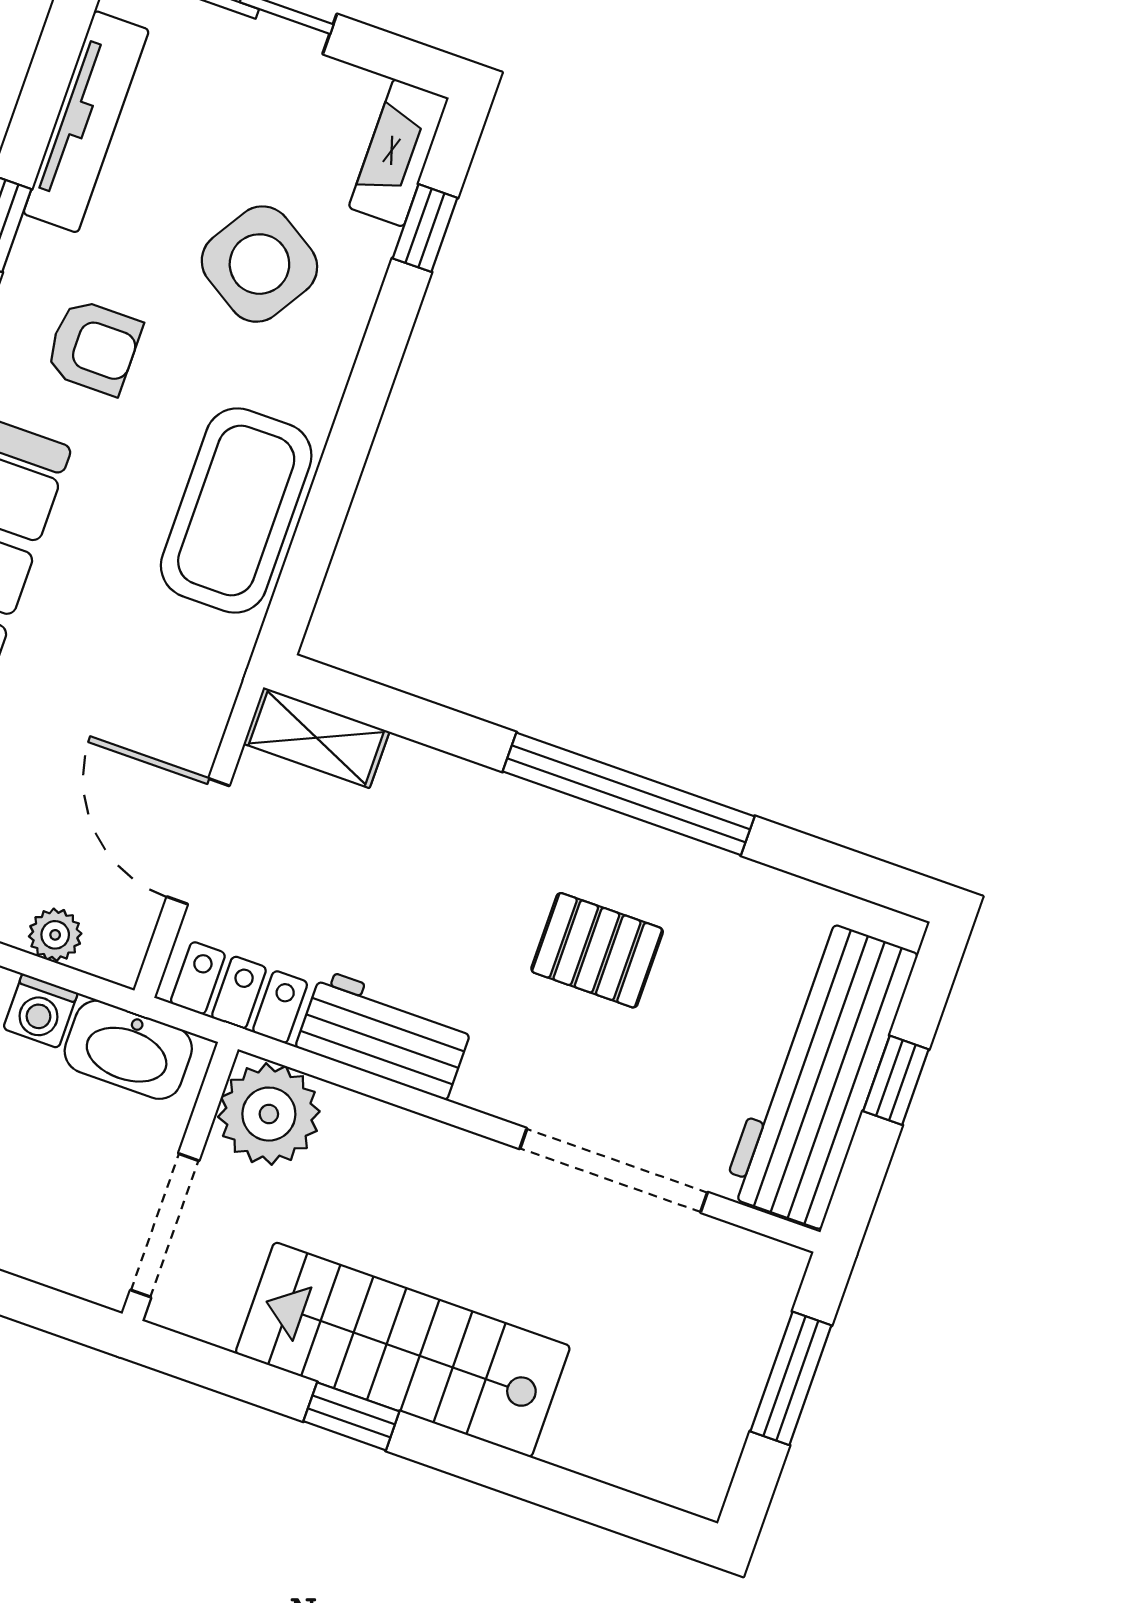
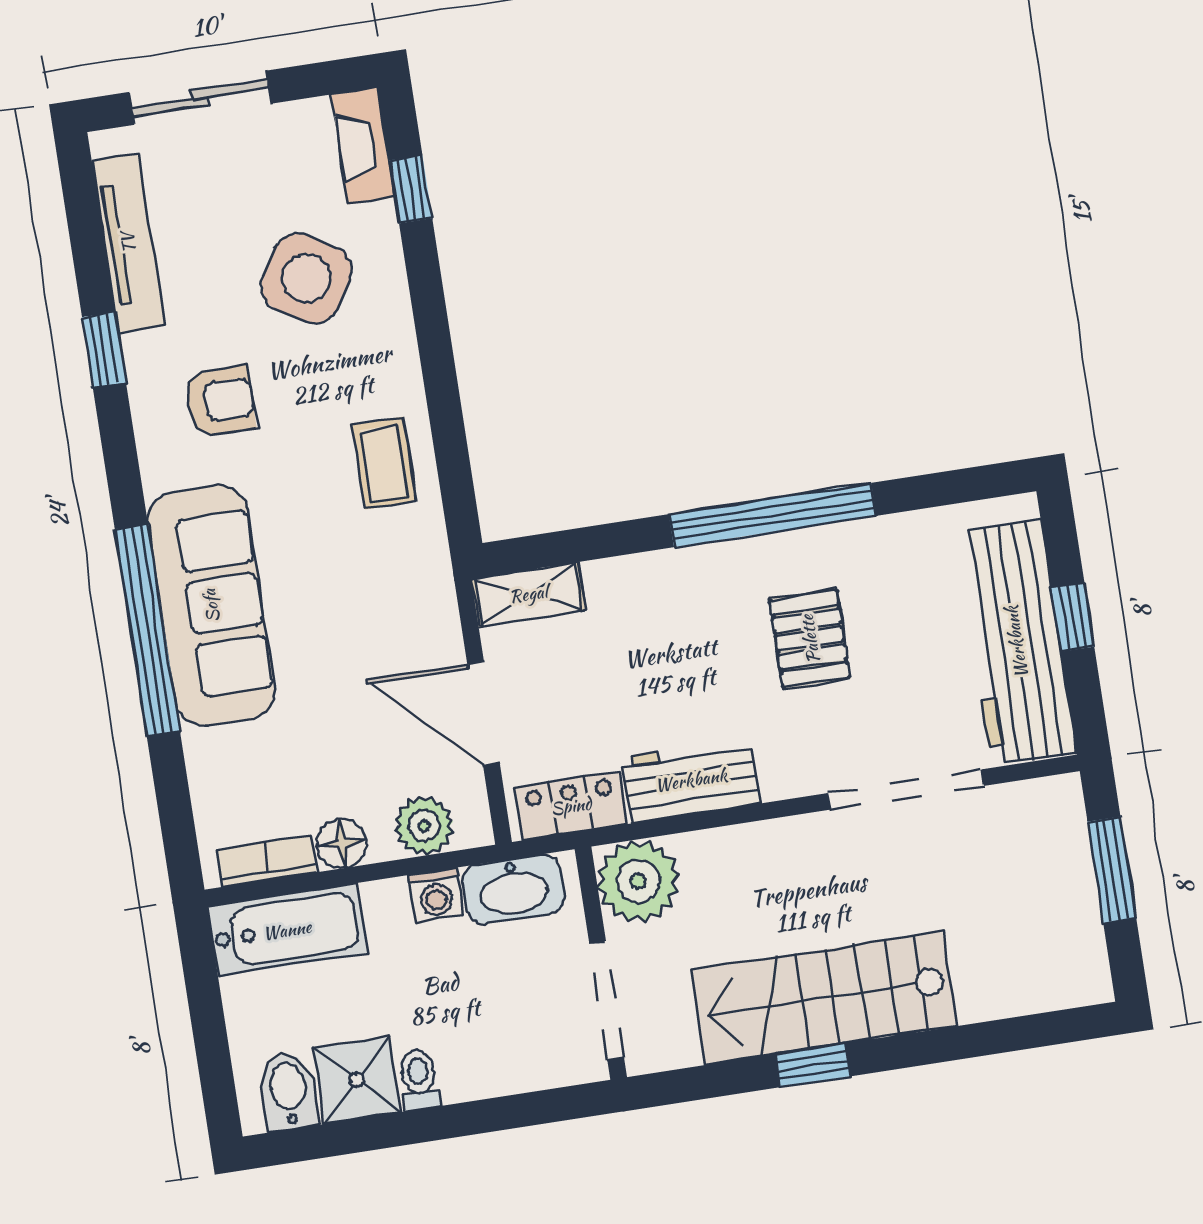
coffee table: (236, 510) -> (384, 463), width x0.54, depth x0.58
plant: (55, 935) -> (424, 826), width x1.38, depth x1.38
pallet: (597, 950) -> (810, 639), turned 90

